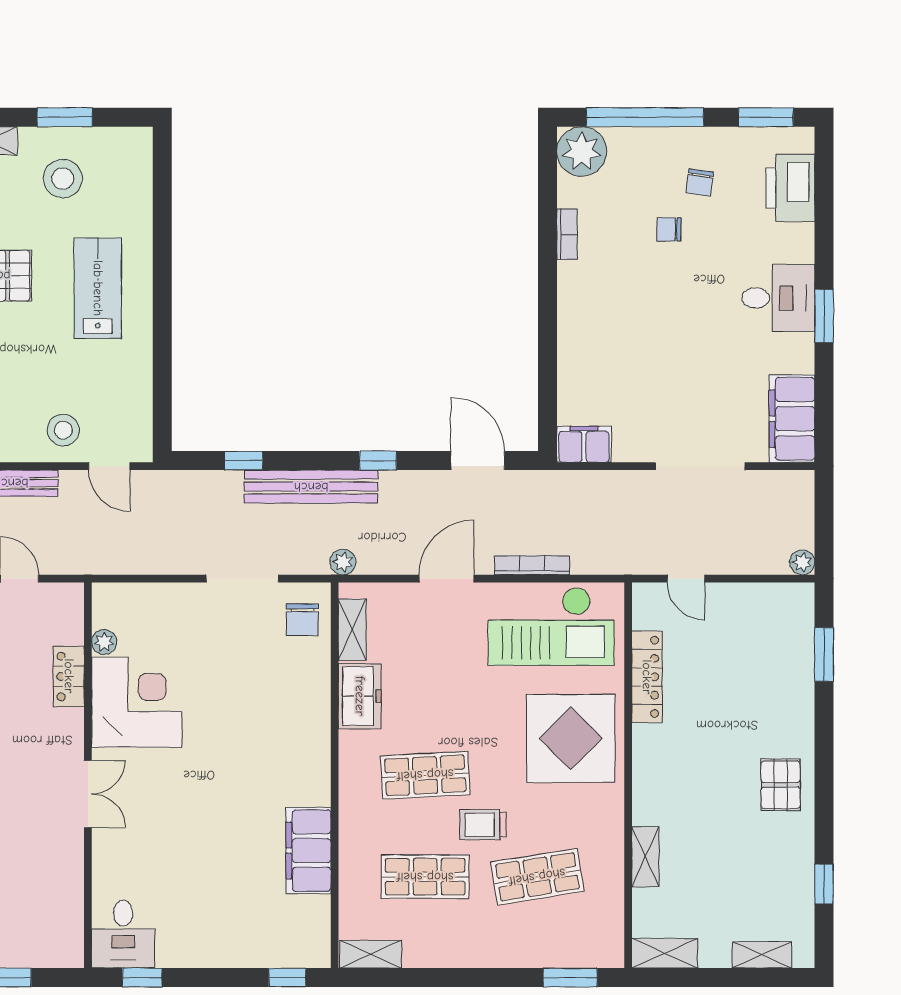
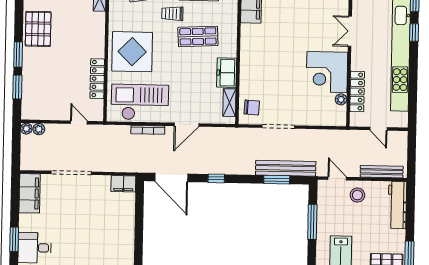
window: (162, 368) -> (312, 222), added
window: (244, 461) -> (277, 180), width x1.50
door: (478, 461) -> (171, 177), width x1.36
bench: (311, 487) -> (286, 168), moved
plant: (343, 562) -> (39, 129), moved
chair: (302, 620) -> (252, 108), turned 93
locker: (69, 676) -> (357, 91), width x1.53
window: (824, 727) -> (18, 54), added
pallet: (781, 785) -> (38, 29), width x1.50, depth x1.42
trolley: (483, 825) -> (172, 14), turned 180

